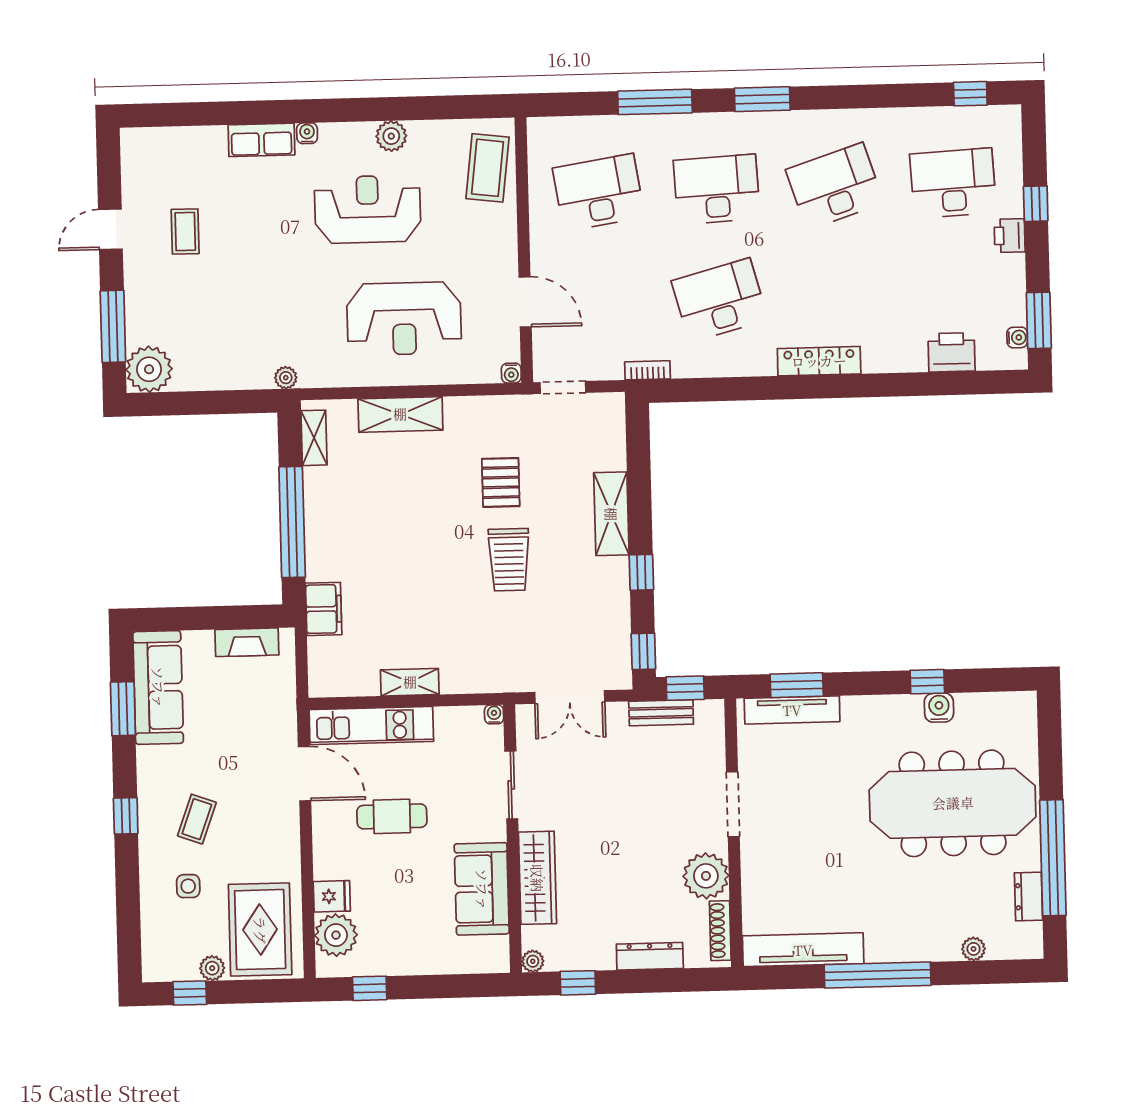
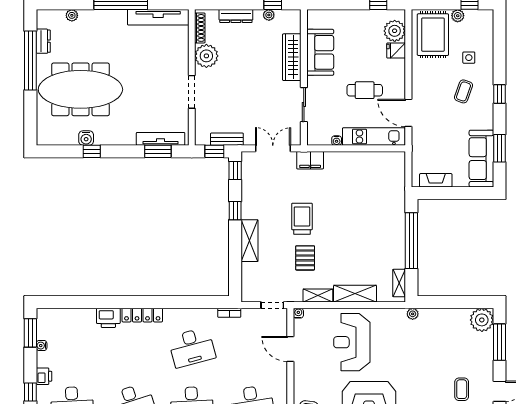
reception desk: (404, 319) -> (352, 342), turned -90
water cooler: (1017, 337) -> (42, 346), moved
printer: (952, 352) -> (108, 318), moved
filing cabinet: (324, 609) -> (310, 160), moved, turned -90
shelving: (410, 682) -> (318, 296), moved
water cooler: (494, 714) -> (337, 141), moved
plant: (533, 961) -> (269, 15), moved

